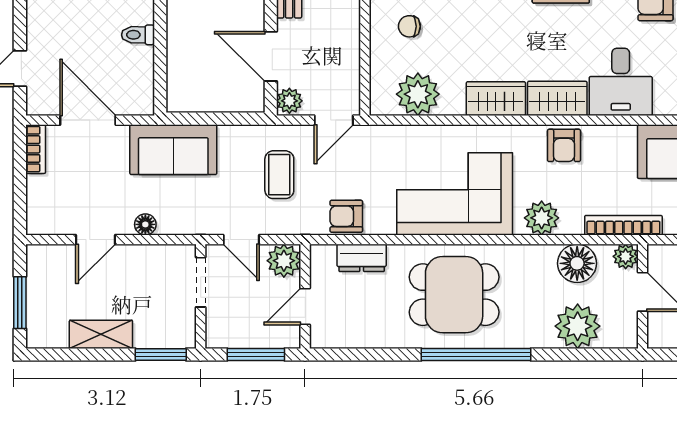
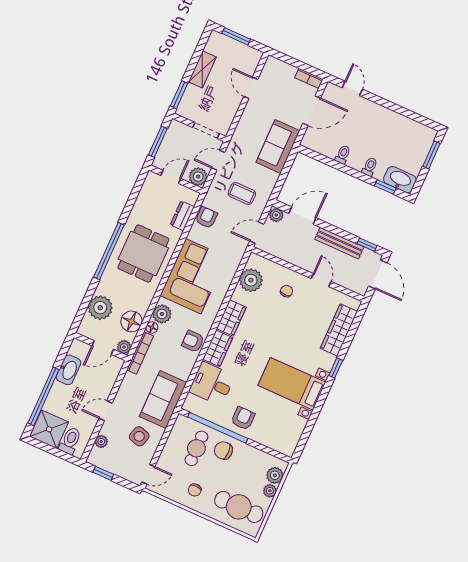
door: (334, 120) -> (257, 233), hinge flipped
floor lamp: (145, 224) -> (152, 327), moved
door: (305, 306) -> (171, 177), hinge flipped

